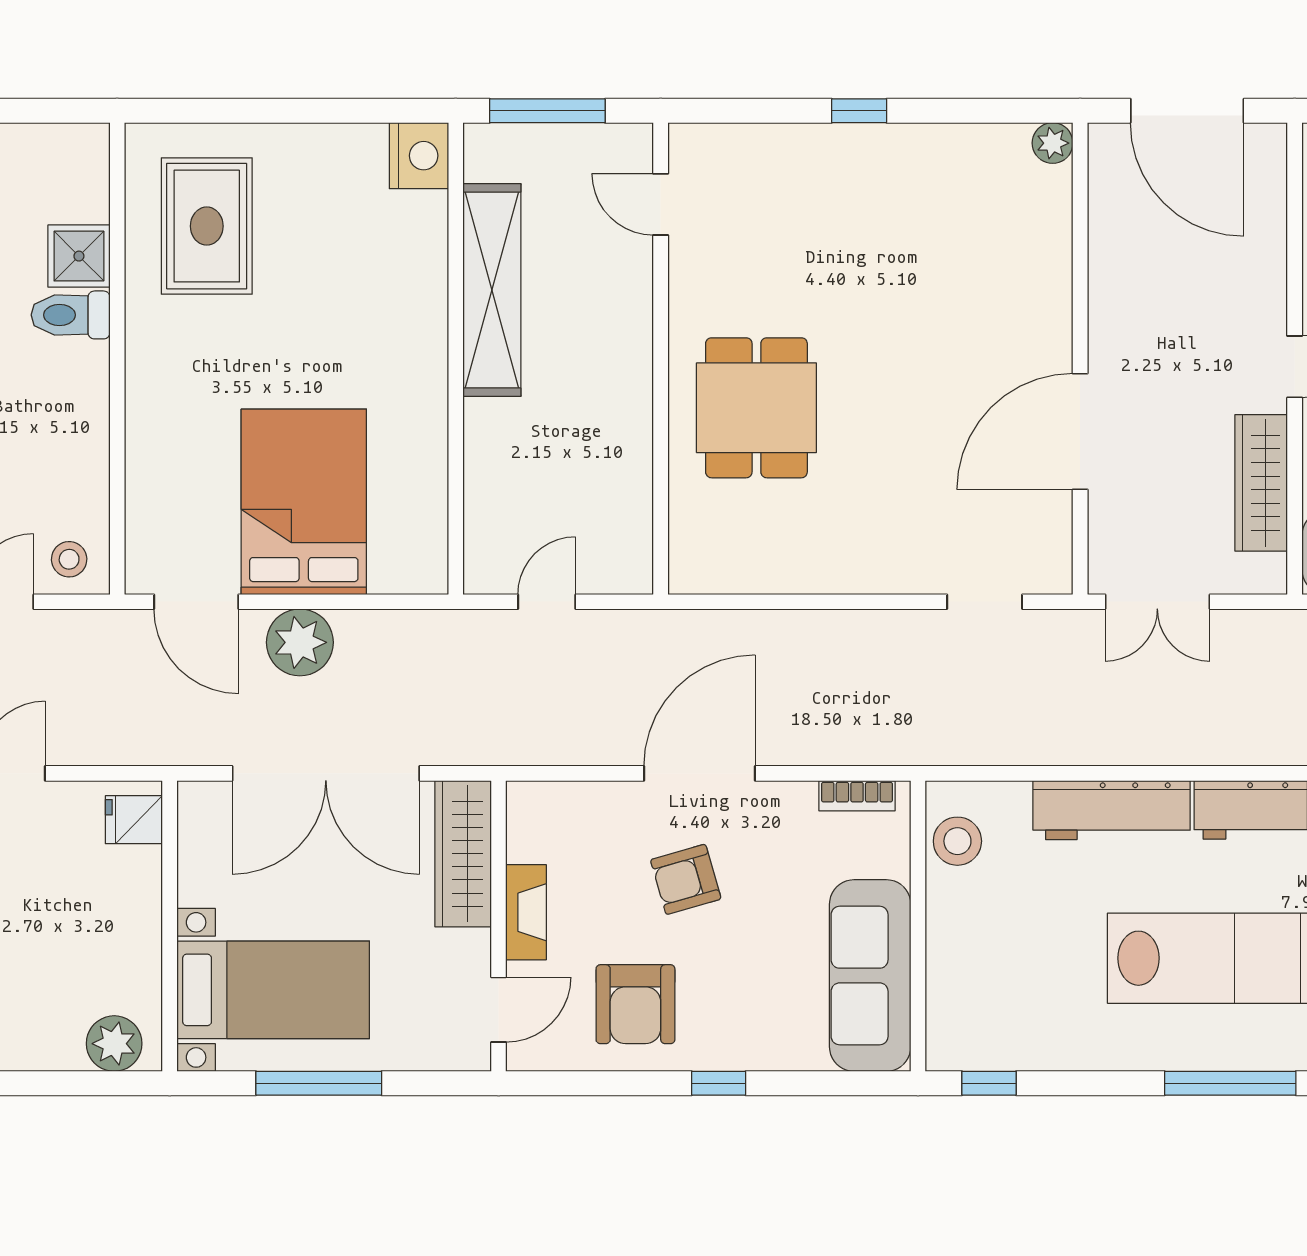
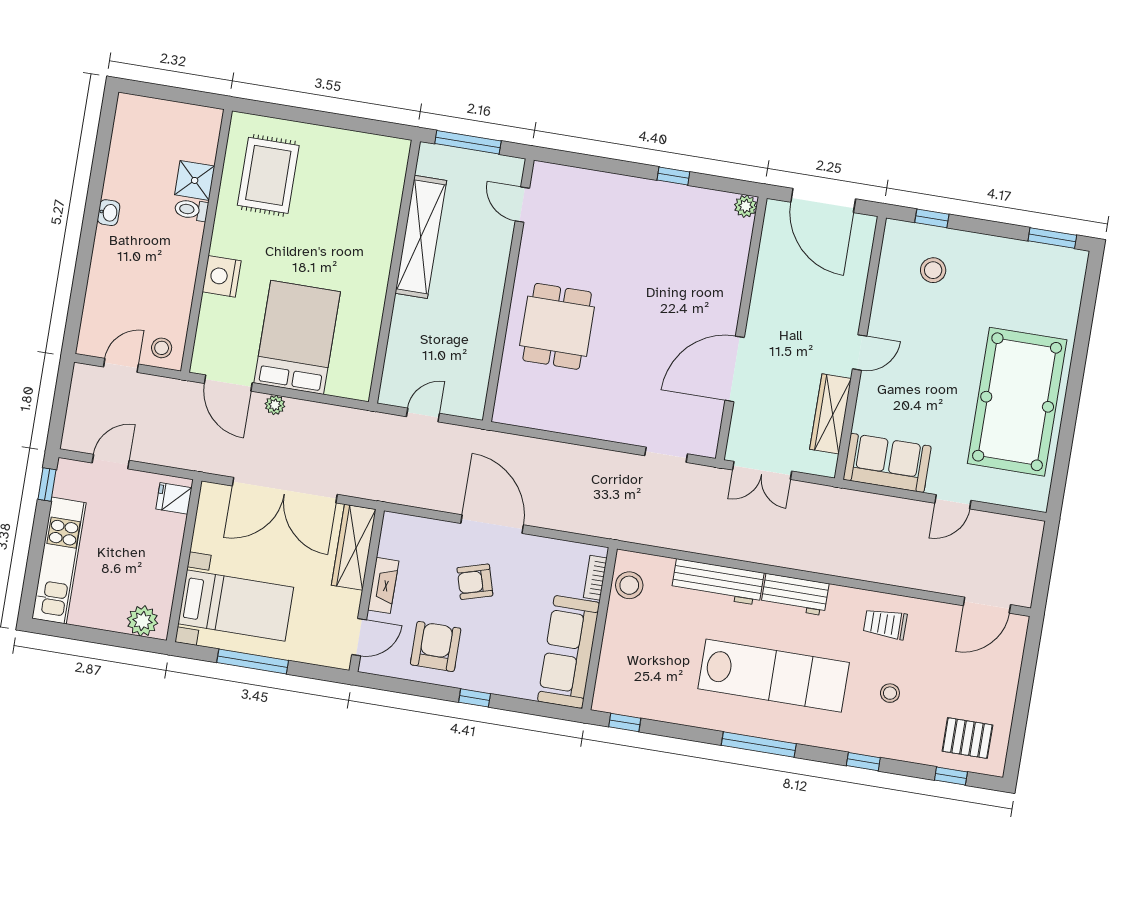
window: (859, 111) -> (673, 176), moved
nightstand: (419, 156) -> (222, 276), moved, turned 180
toilet: (71, 315) -> (191, 210), width x0.73, depth x0.72
plant: (300, 642) -> (275, 405), width x0.53, depth x0.53
door: (699, 773) -> (492, 524), hinge flipped
bookcase: (857, 796) -> (595, 578), moved, turned 90
armchair: (635, 1004) -> (436, 646), turned 180

